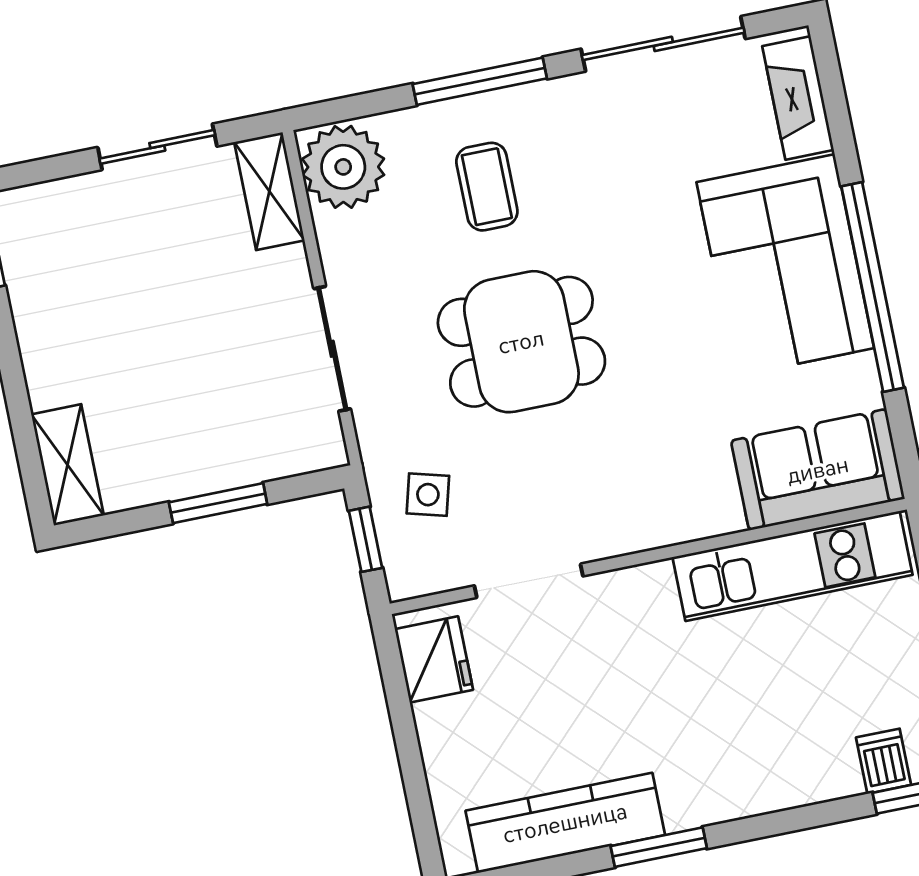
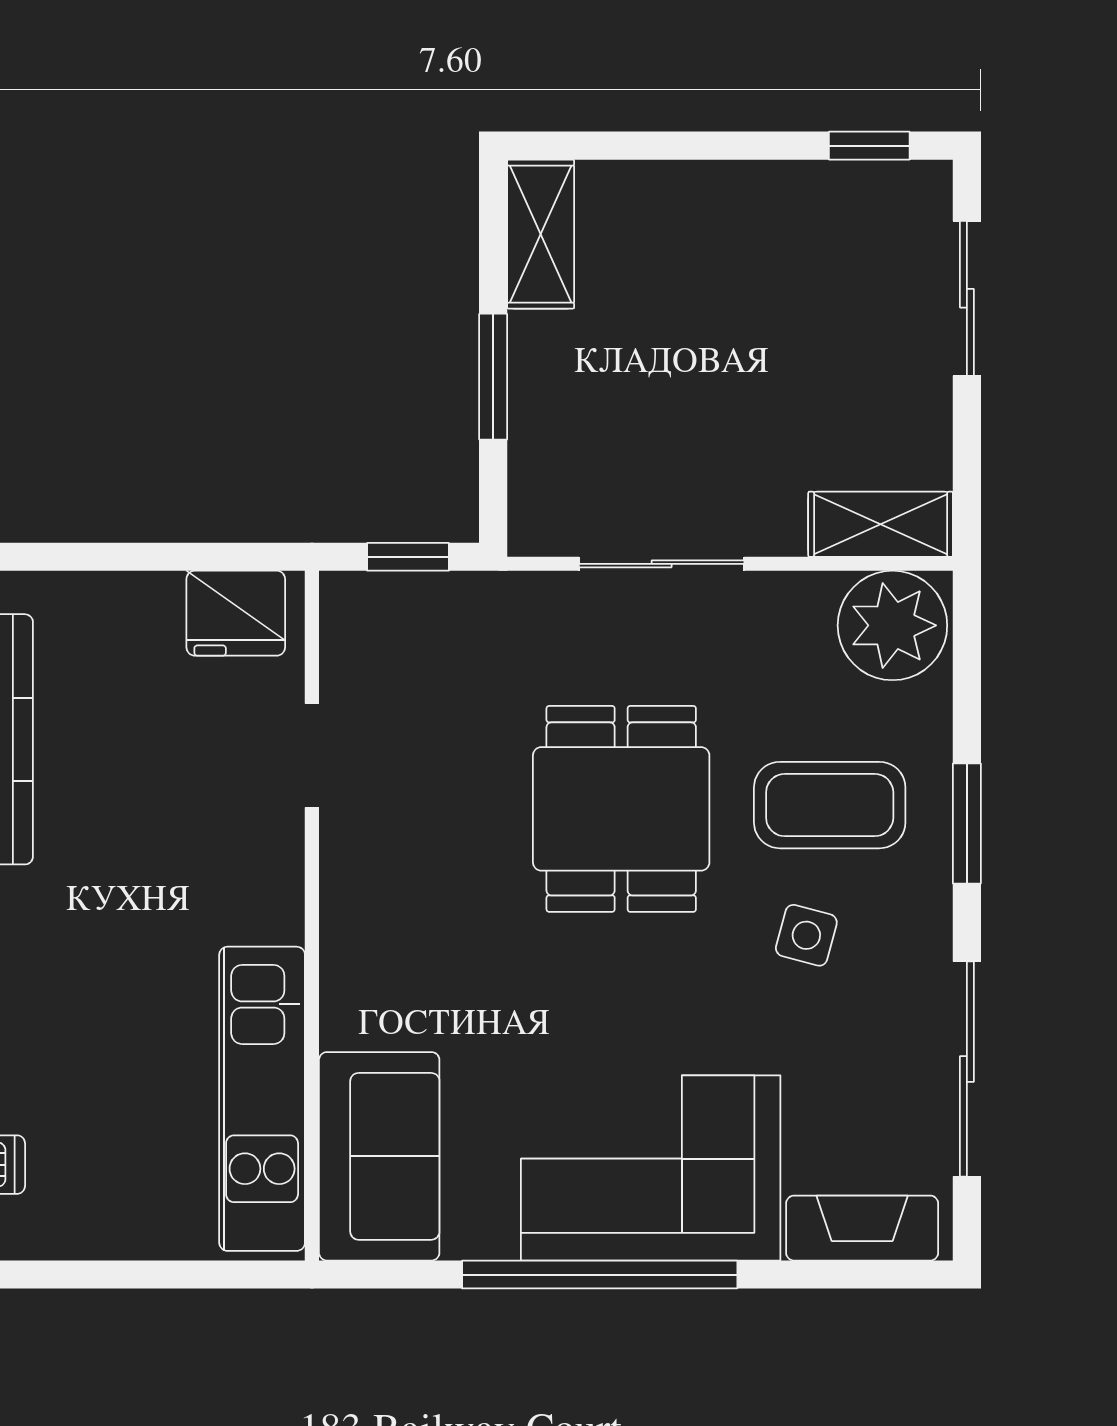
window: (480, 81) -> (967, 824), width x0.69
sliding door: (157, 147) -> (967, 298), moved
coffee table: (487, 187) -> (830, 805), width x1.36, depth x1.30
shelving: (67, 465) -> (541, 234), moved, turned 90
side table: (428, 495) -> (806, 935), moved
doorway: (529, 581) -> (312, 756), width x0.73

